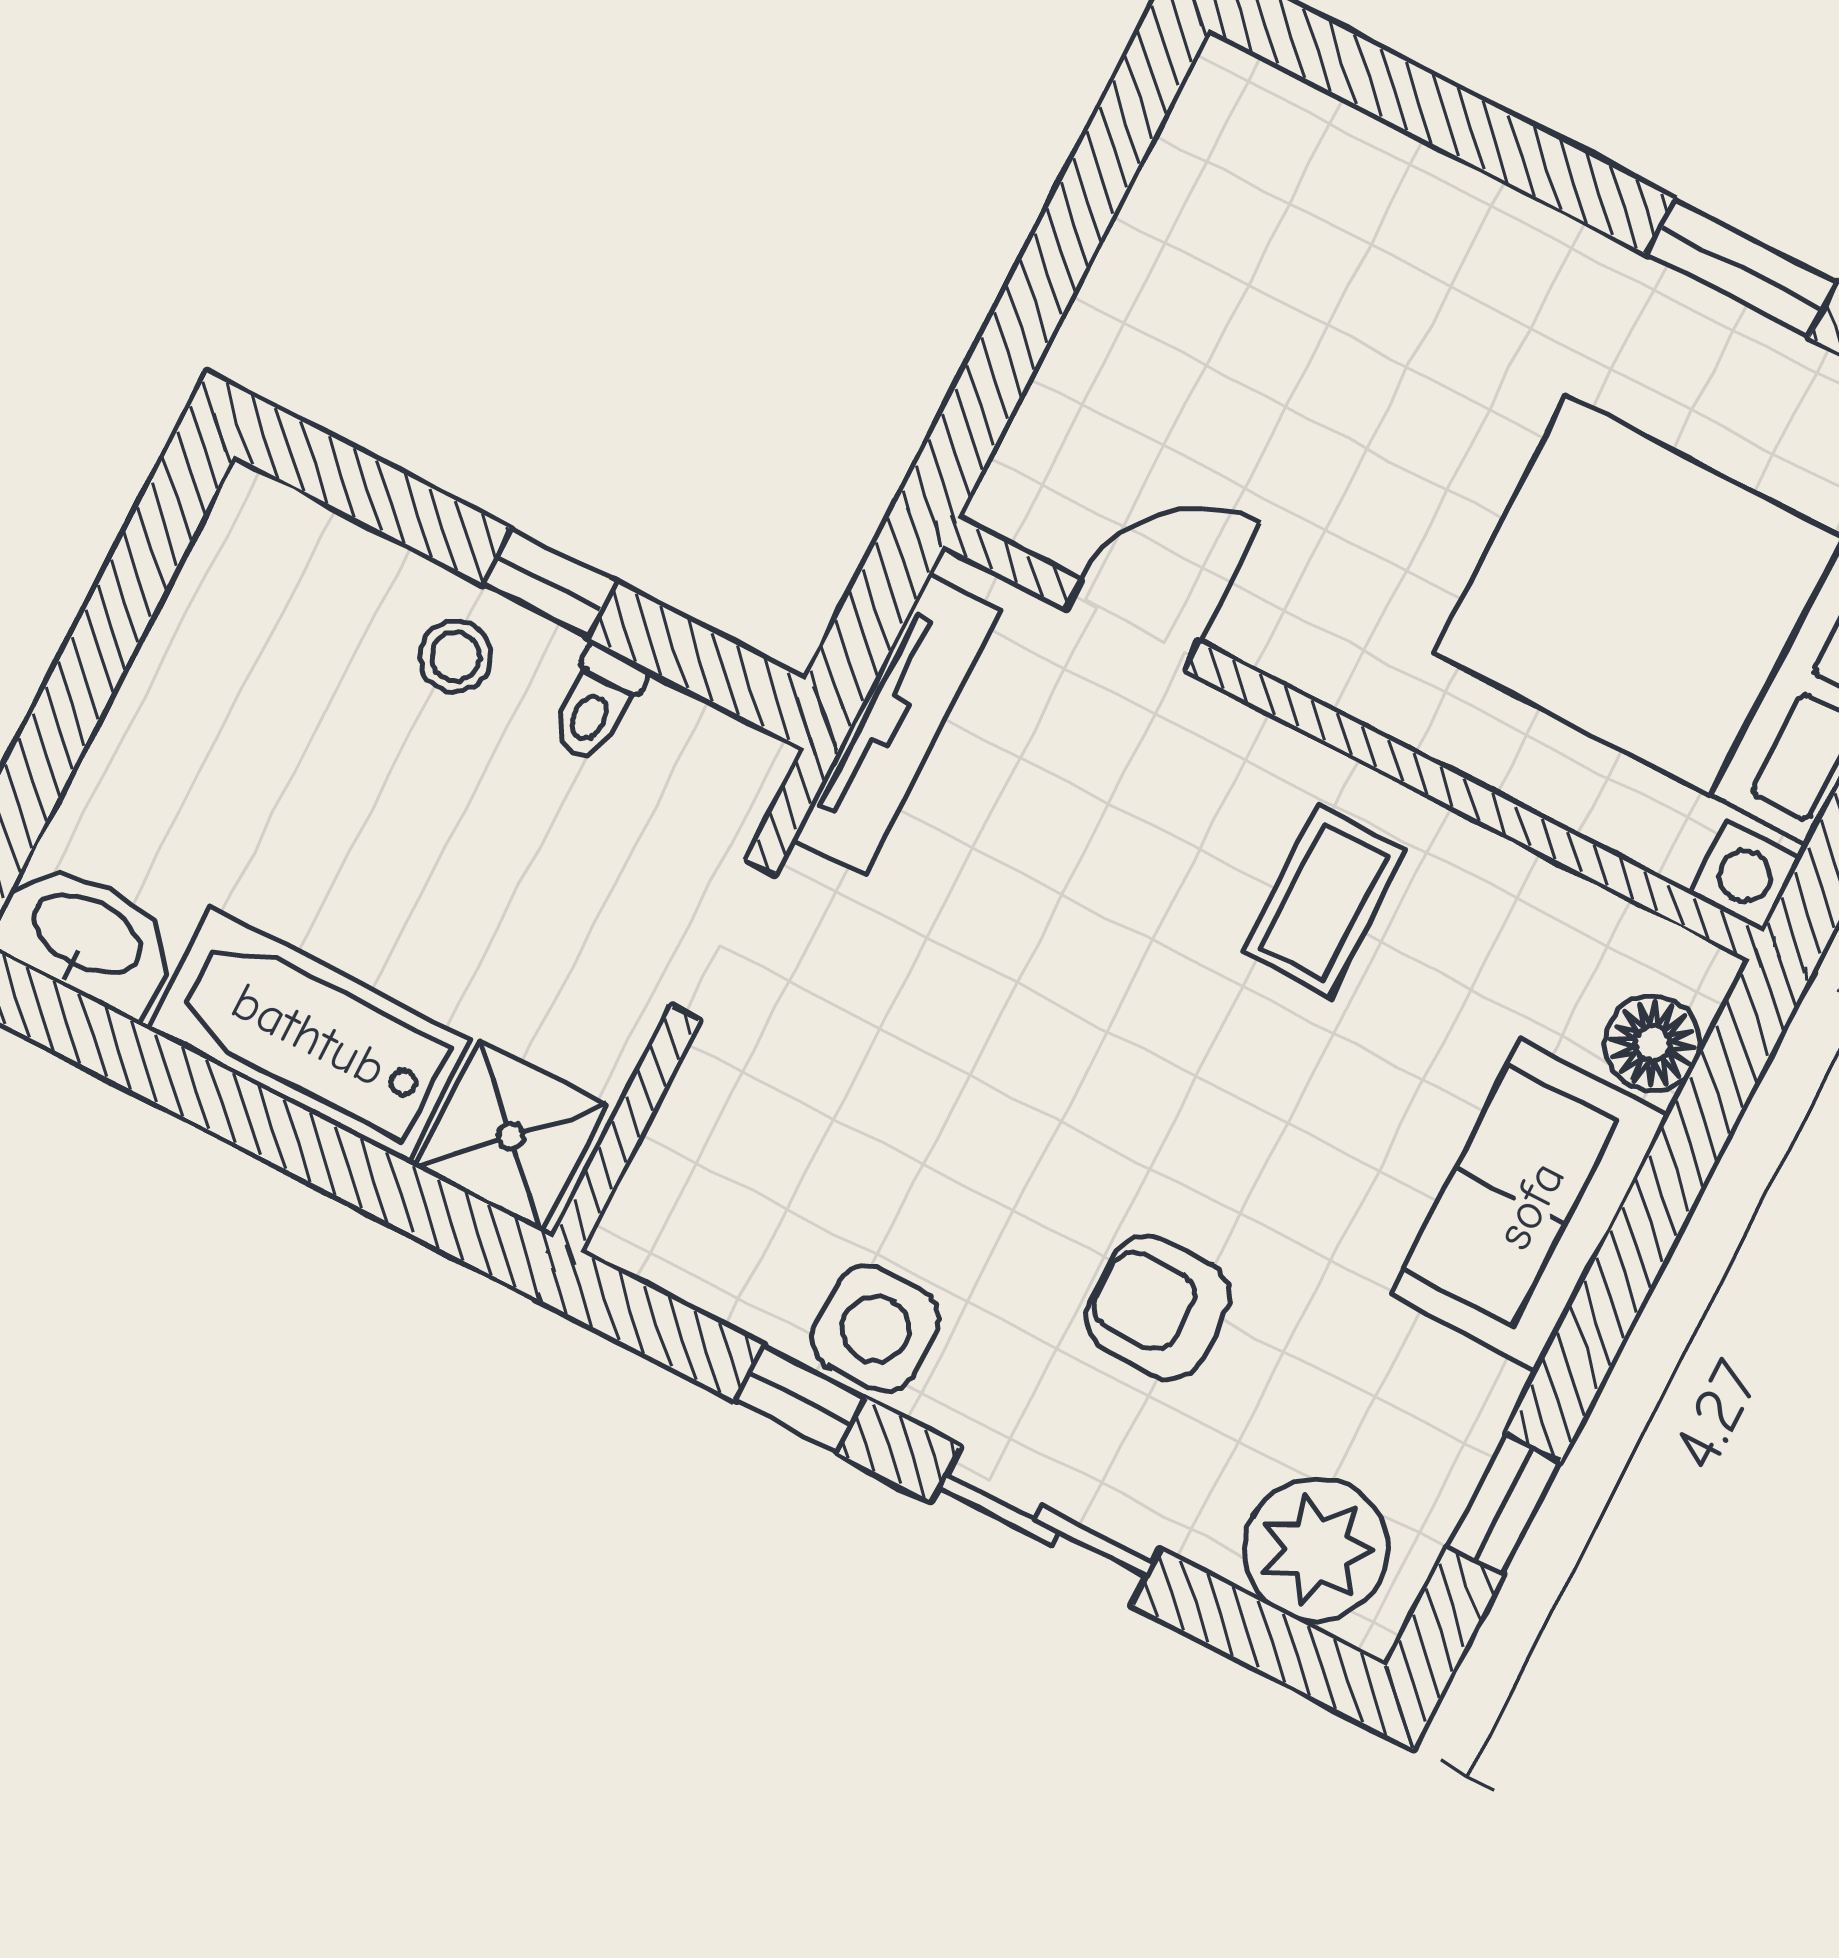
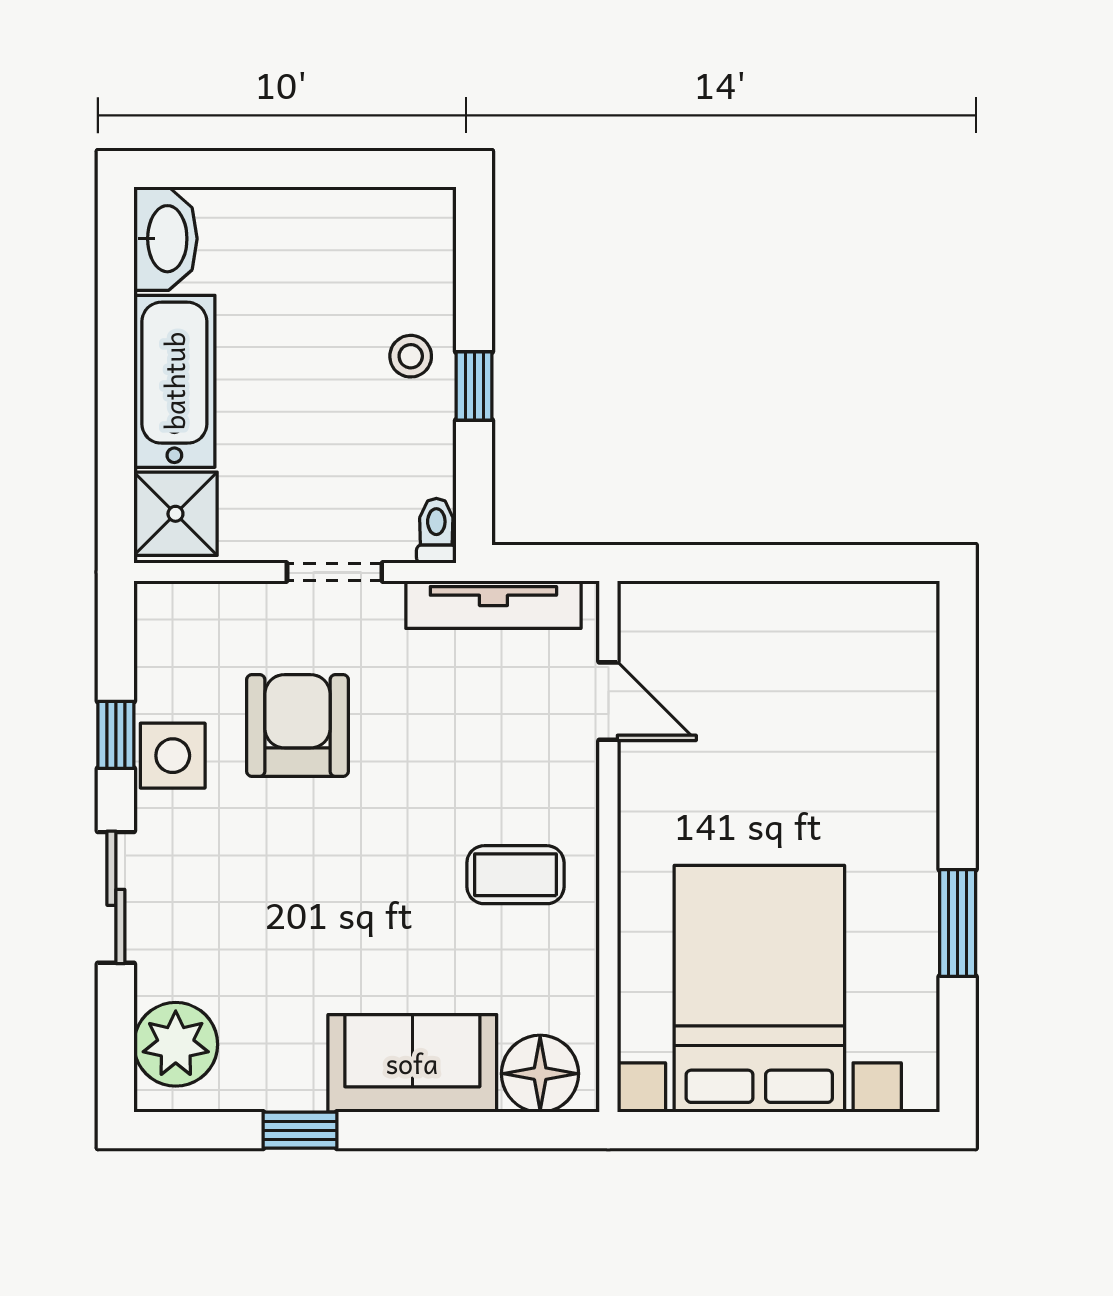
toilet: (596, 704) -> (436, 531), moved, turned 90
floor lamp: (1653, 1044) -> (540, 1074), width x1.38, depth x1.38
armchair: (1158, 1308) -> (297, 725), moved, width x1.38, depth x1.38
window: (1504, 1504) -> (300, 1130), moved

